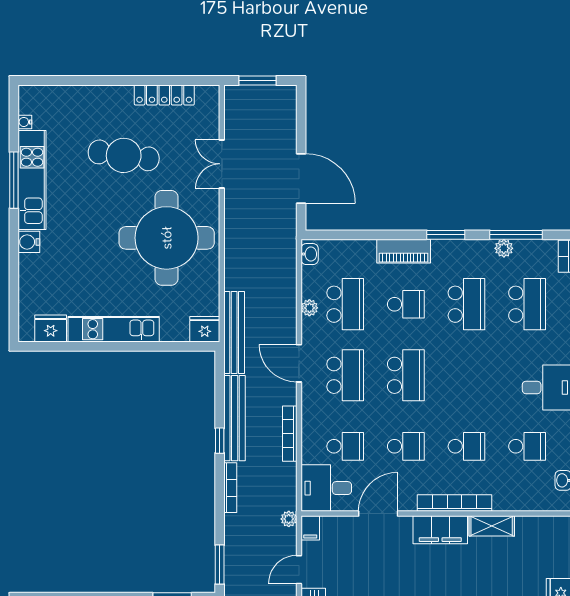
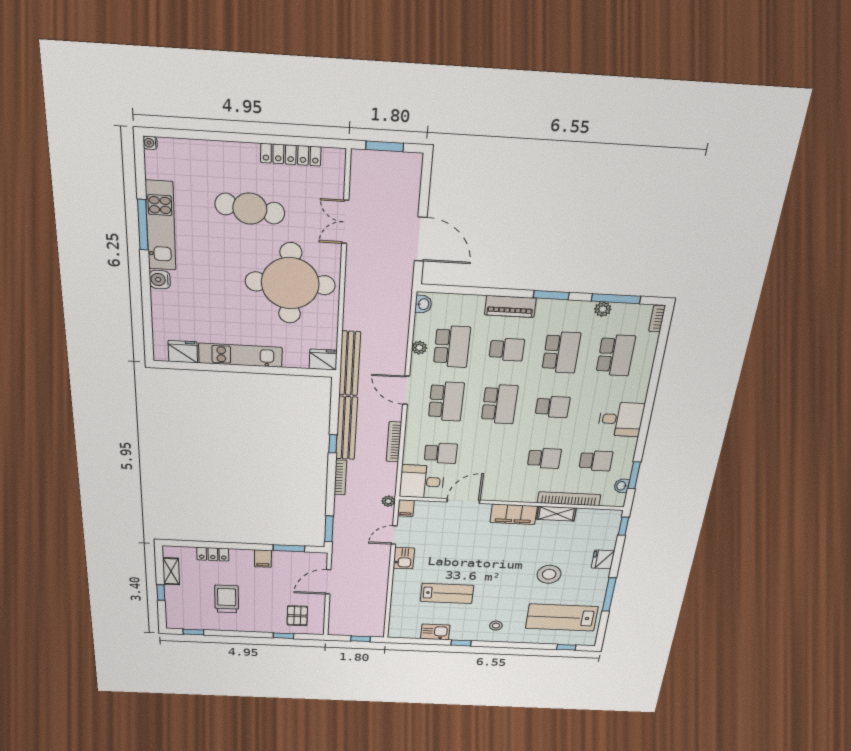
water cooler: (25, 122) -> (150, 143), moved
school desk: (406, 446) -> (553, 407), moved
bookcase: (454, 503) -> (569, 499), moved

